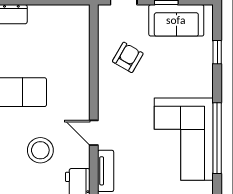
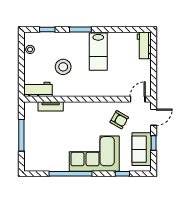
door: (94, 133) -> (138, 99), moved
corner sofa: (184, 139) -> (94, 154), moved

